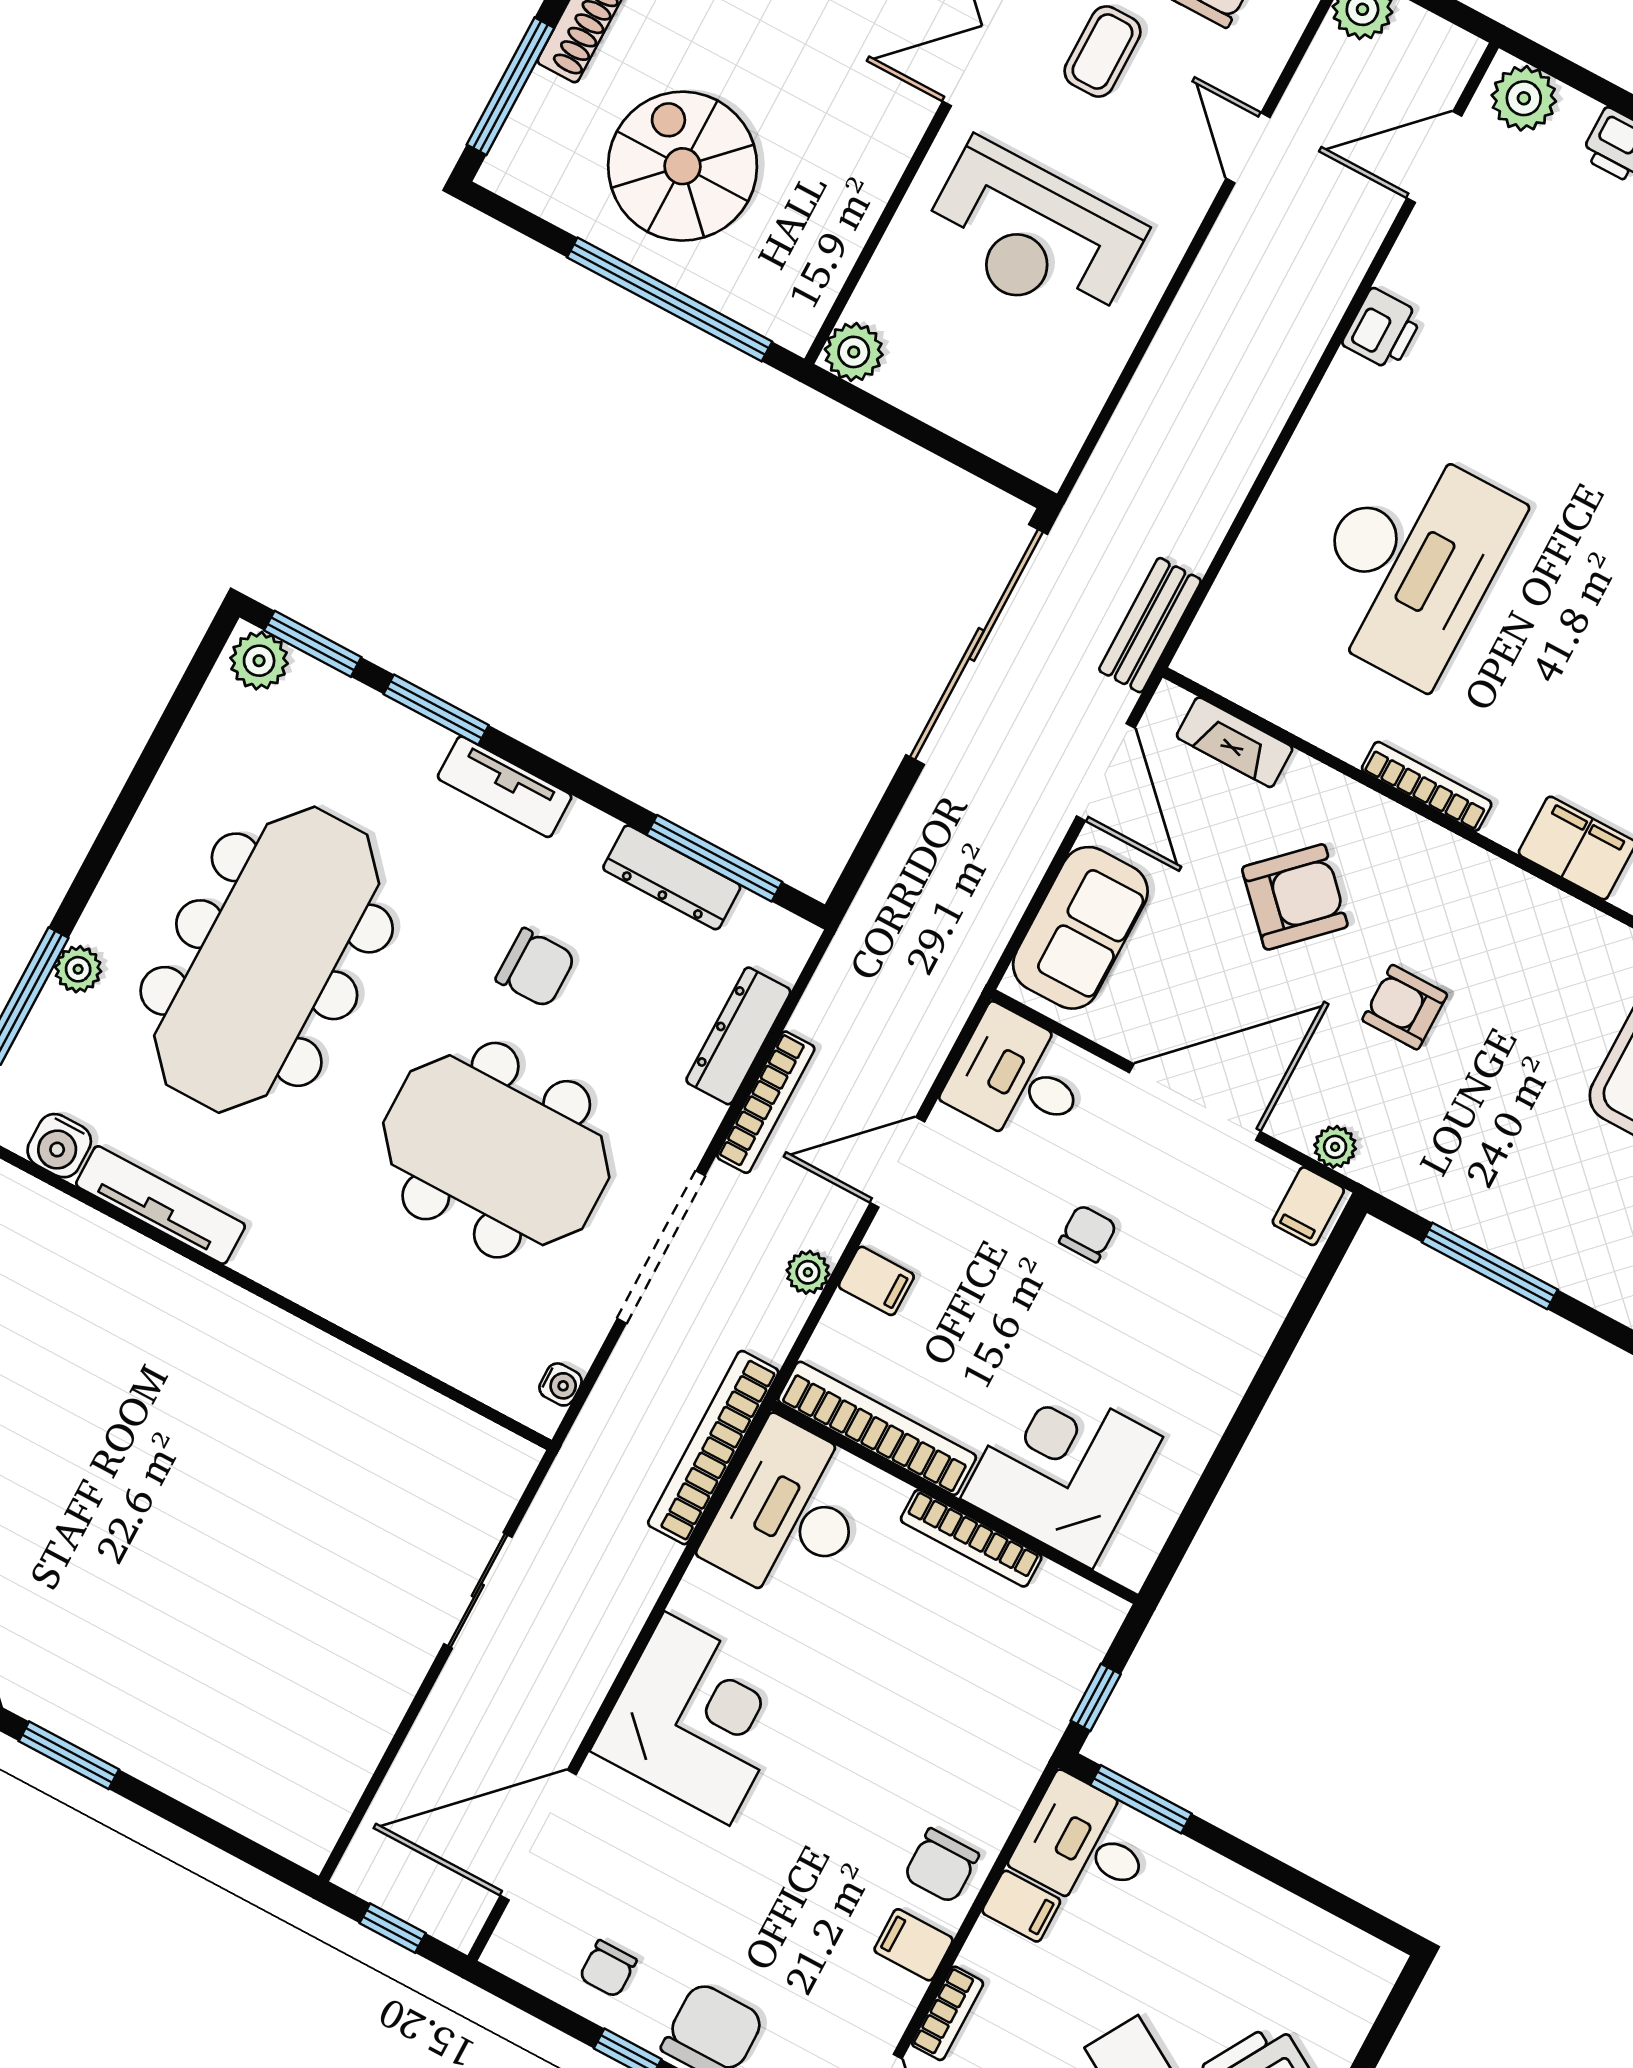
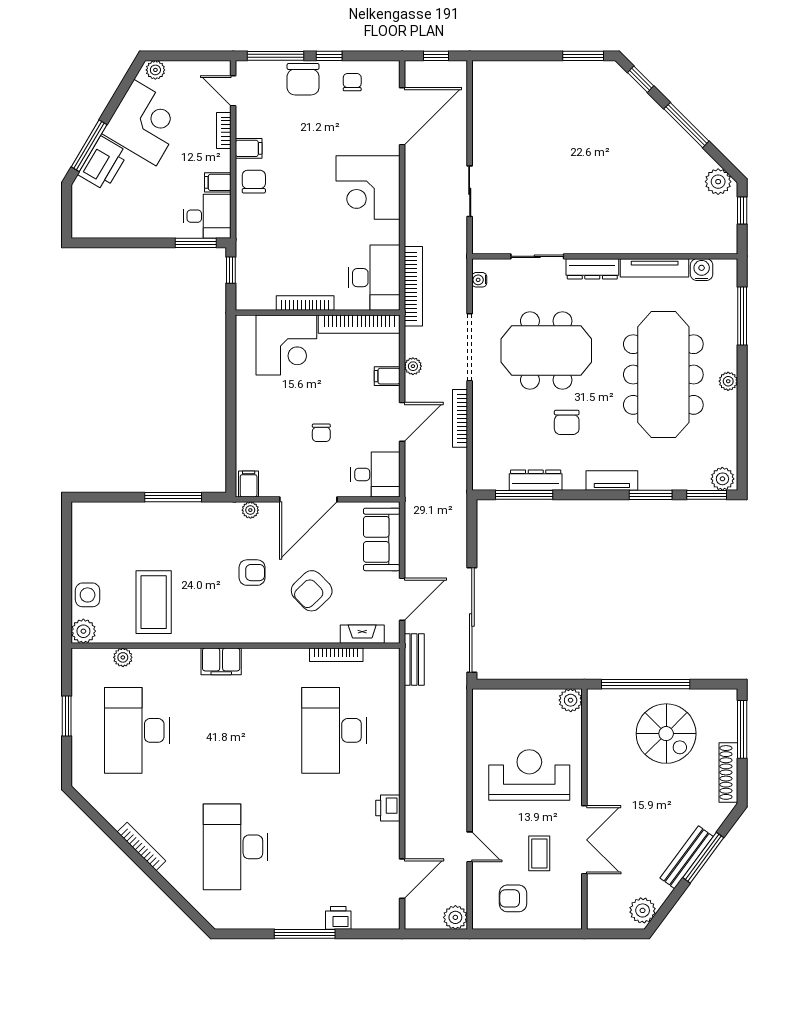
plant: (1524, 98) -> (381, 916), removed
door: (1106, 772) -> (402, 599), swing flipped
bookcase: (1427, 786) -> (336, 655), moved
chair: (536, 968) -> (567, 422), turned -90
plant: (78, 969) -> (728, 381), moved
dresser: (738, 1036) -> (592, 269), moved, turned 90
sliding door: (405, 1368) -> (537, 256), added

